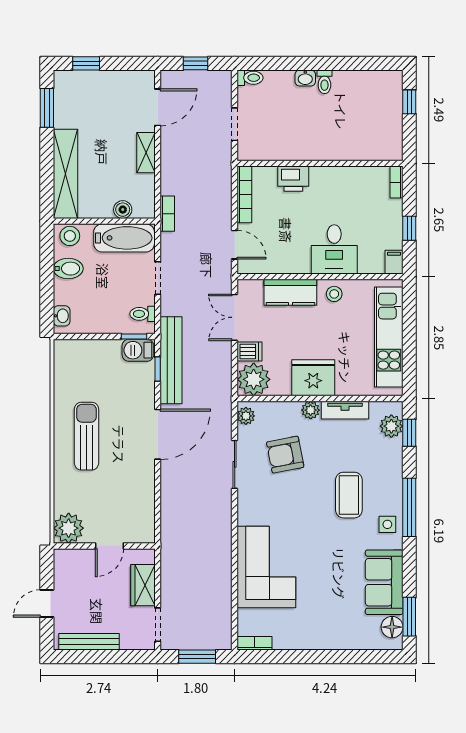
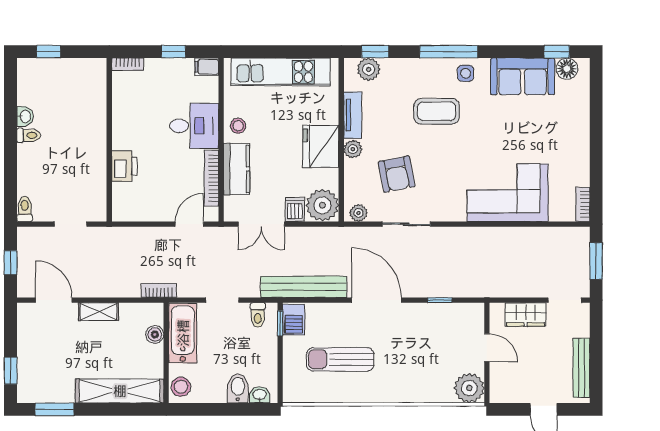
washbasin: (305, 78) -> (25, 116), moved
bookcase: (244, 194) -> (211, 178), moved, turned -90
bidet: (68, 269) -> (238, 388), moved
window: (158, 369) -> (440, 300), moved
sun lounger: (86, 436) -> (340, 359), moved
window: (409, 617) -> (557, 52), width x0.67

